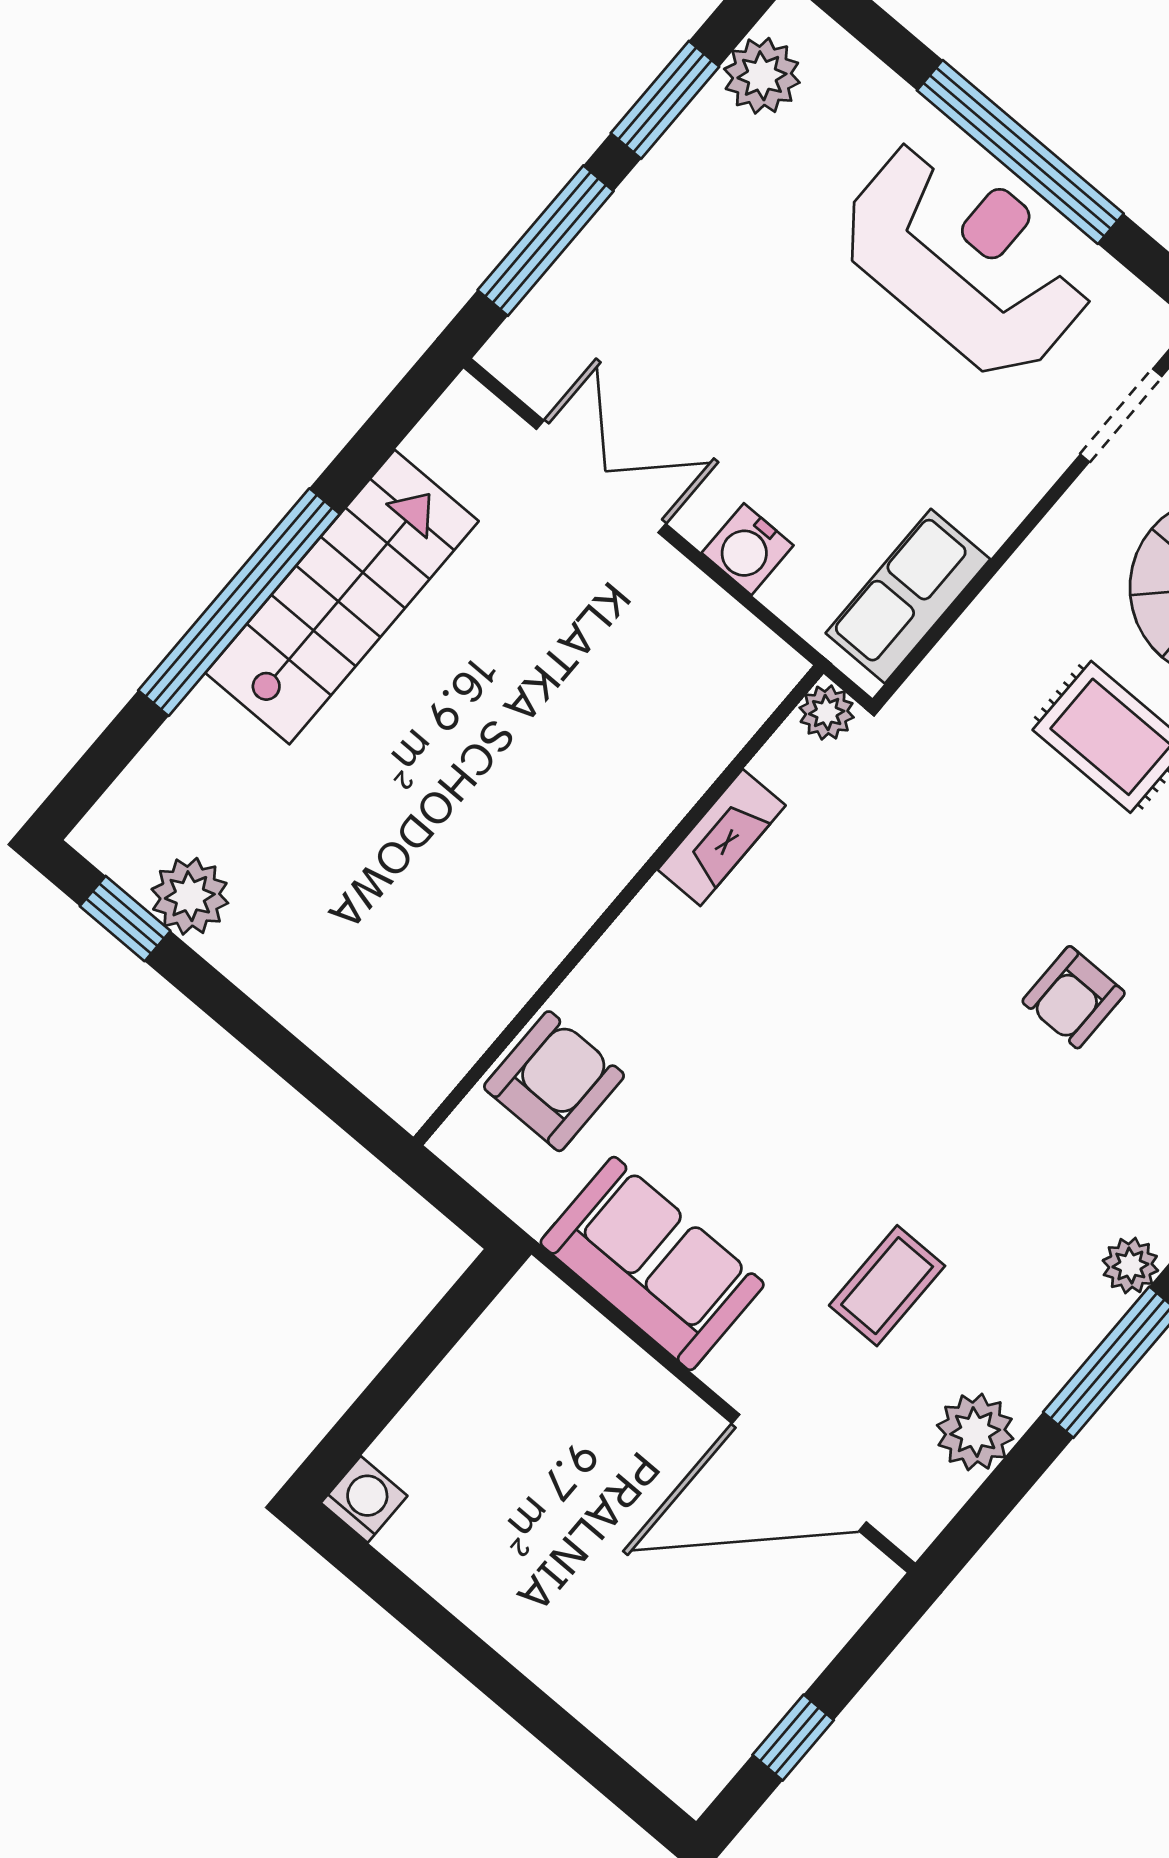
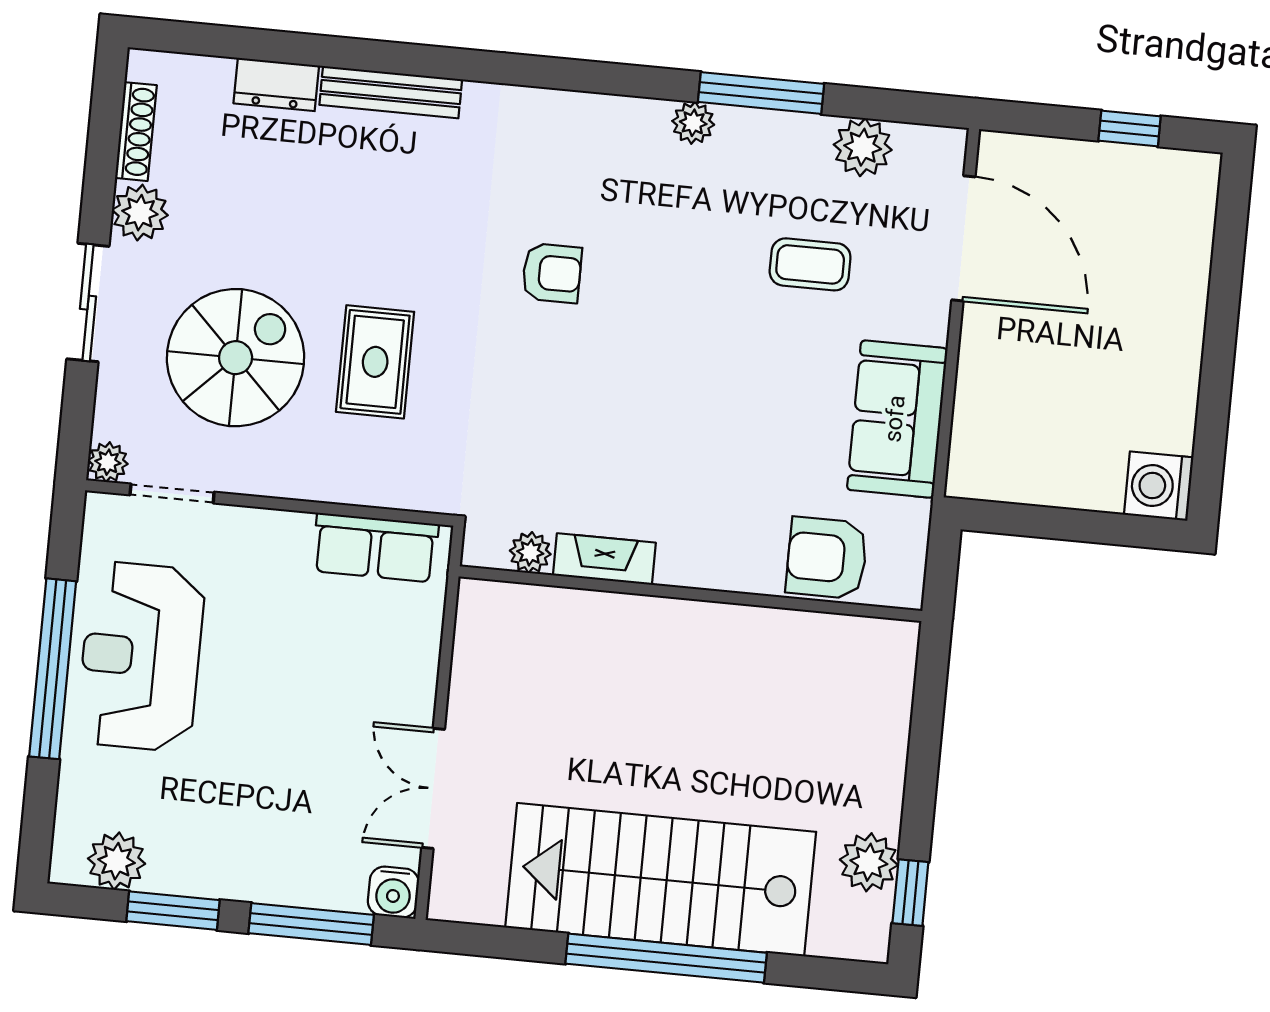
water cooler: (748, 549) -> (393, 892), moved, turned 90
stairs: (342, 597) -> (661, 880), width x1.36, depth x1.51
plant: (827, 713) -> (530, 552), moved
washing machine: (364, 1499) -> (1159, 486), width x1.38, depth x1.38

